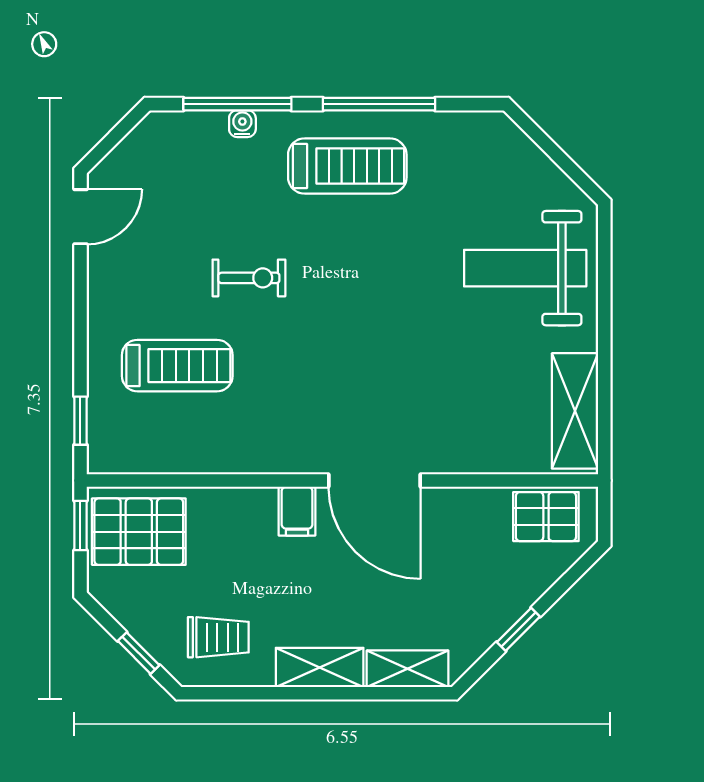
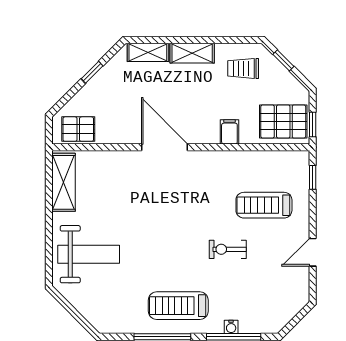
door: (80, 217) -> (313, 252), moved
filing cabinet: (297, 511) -> (229, 132), moved

